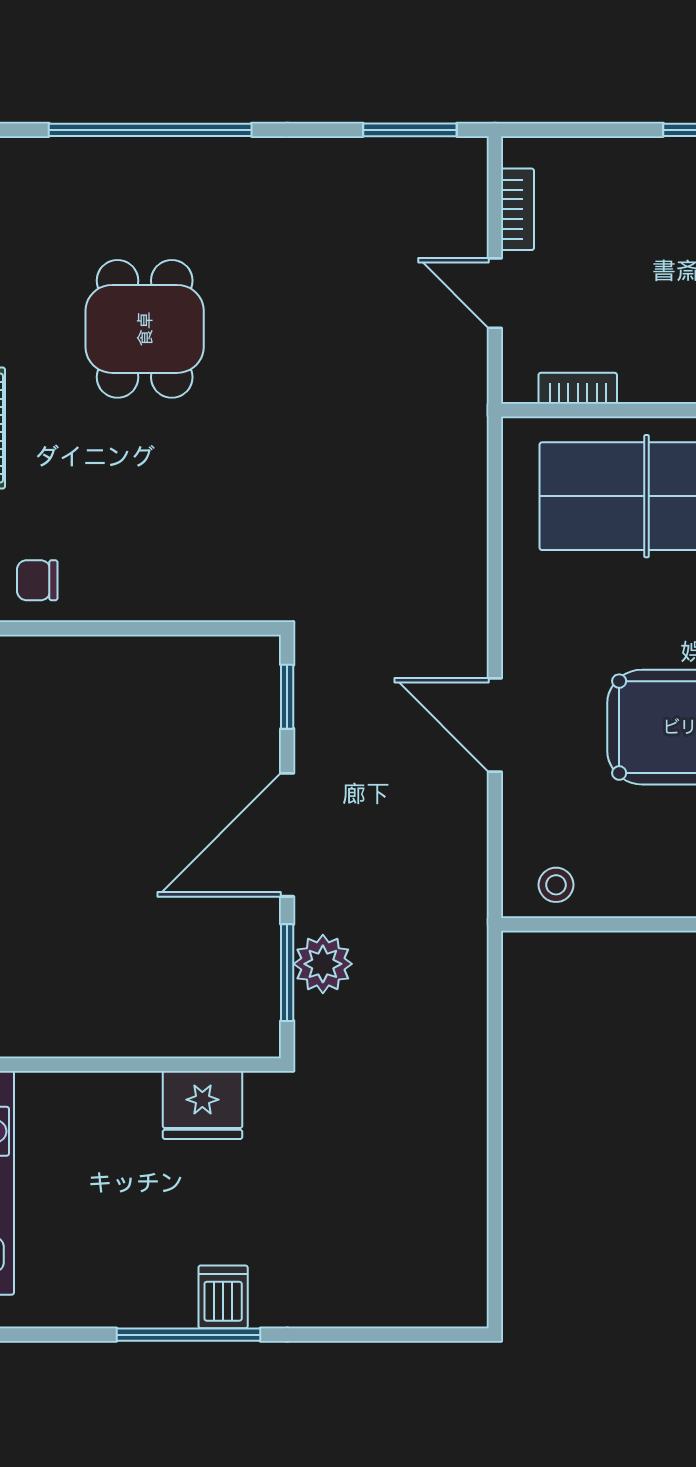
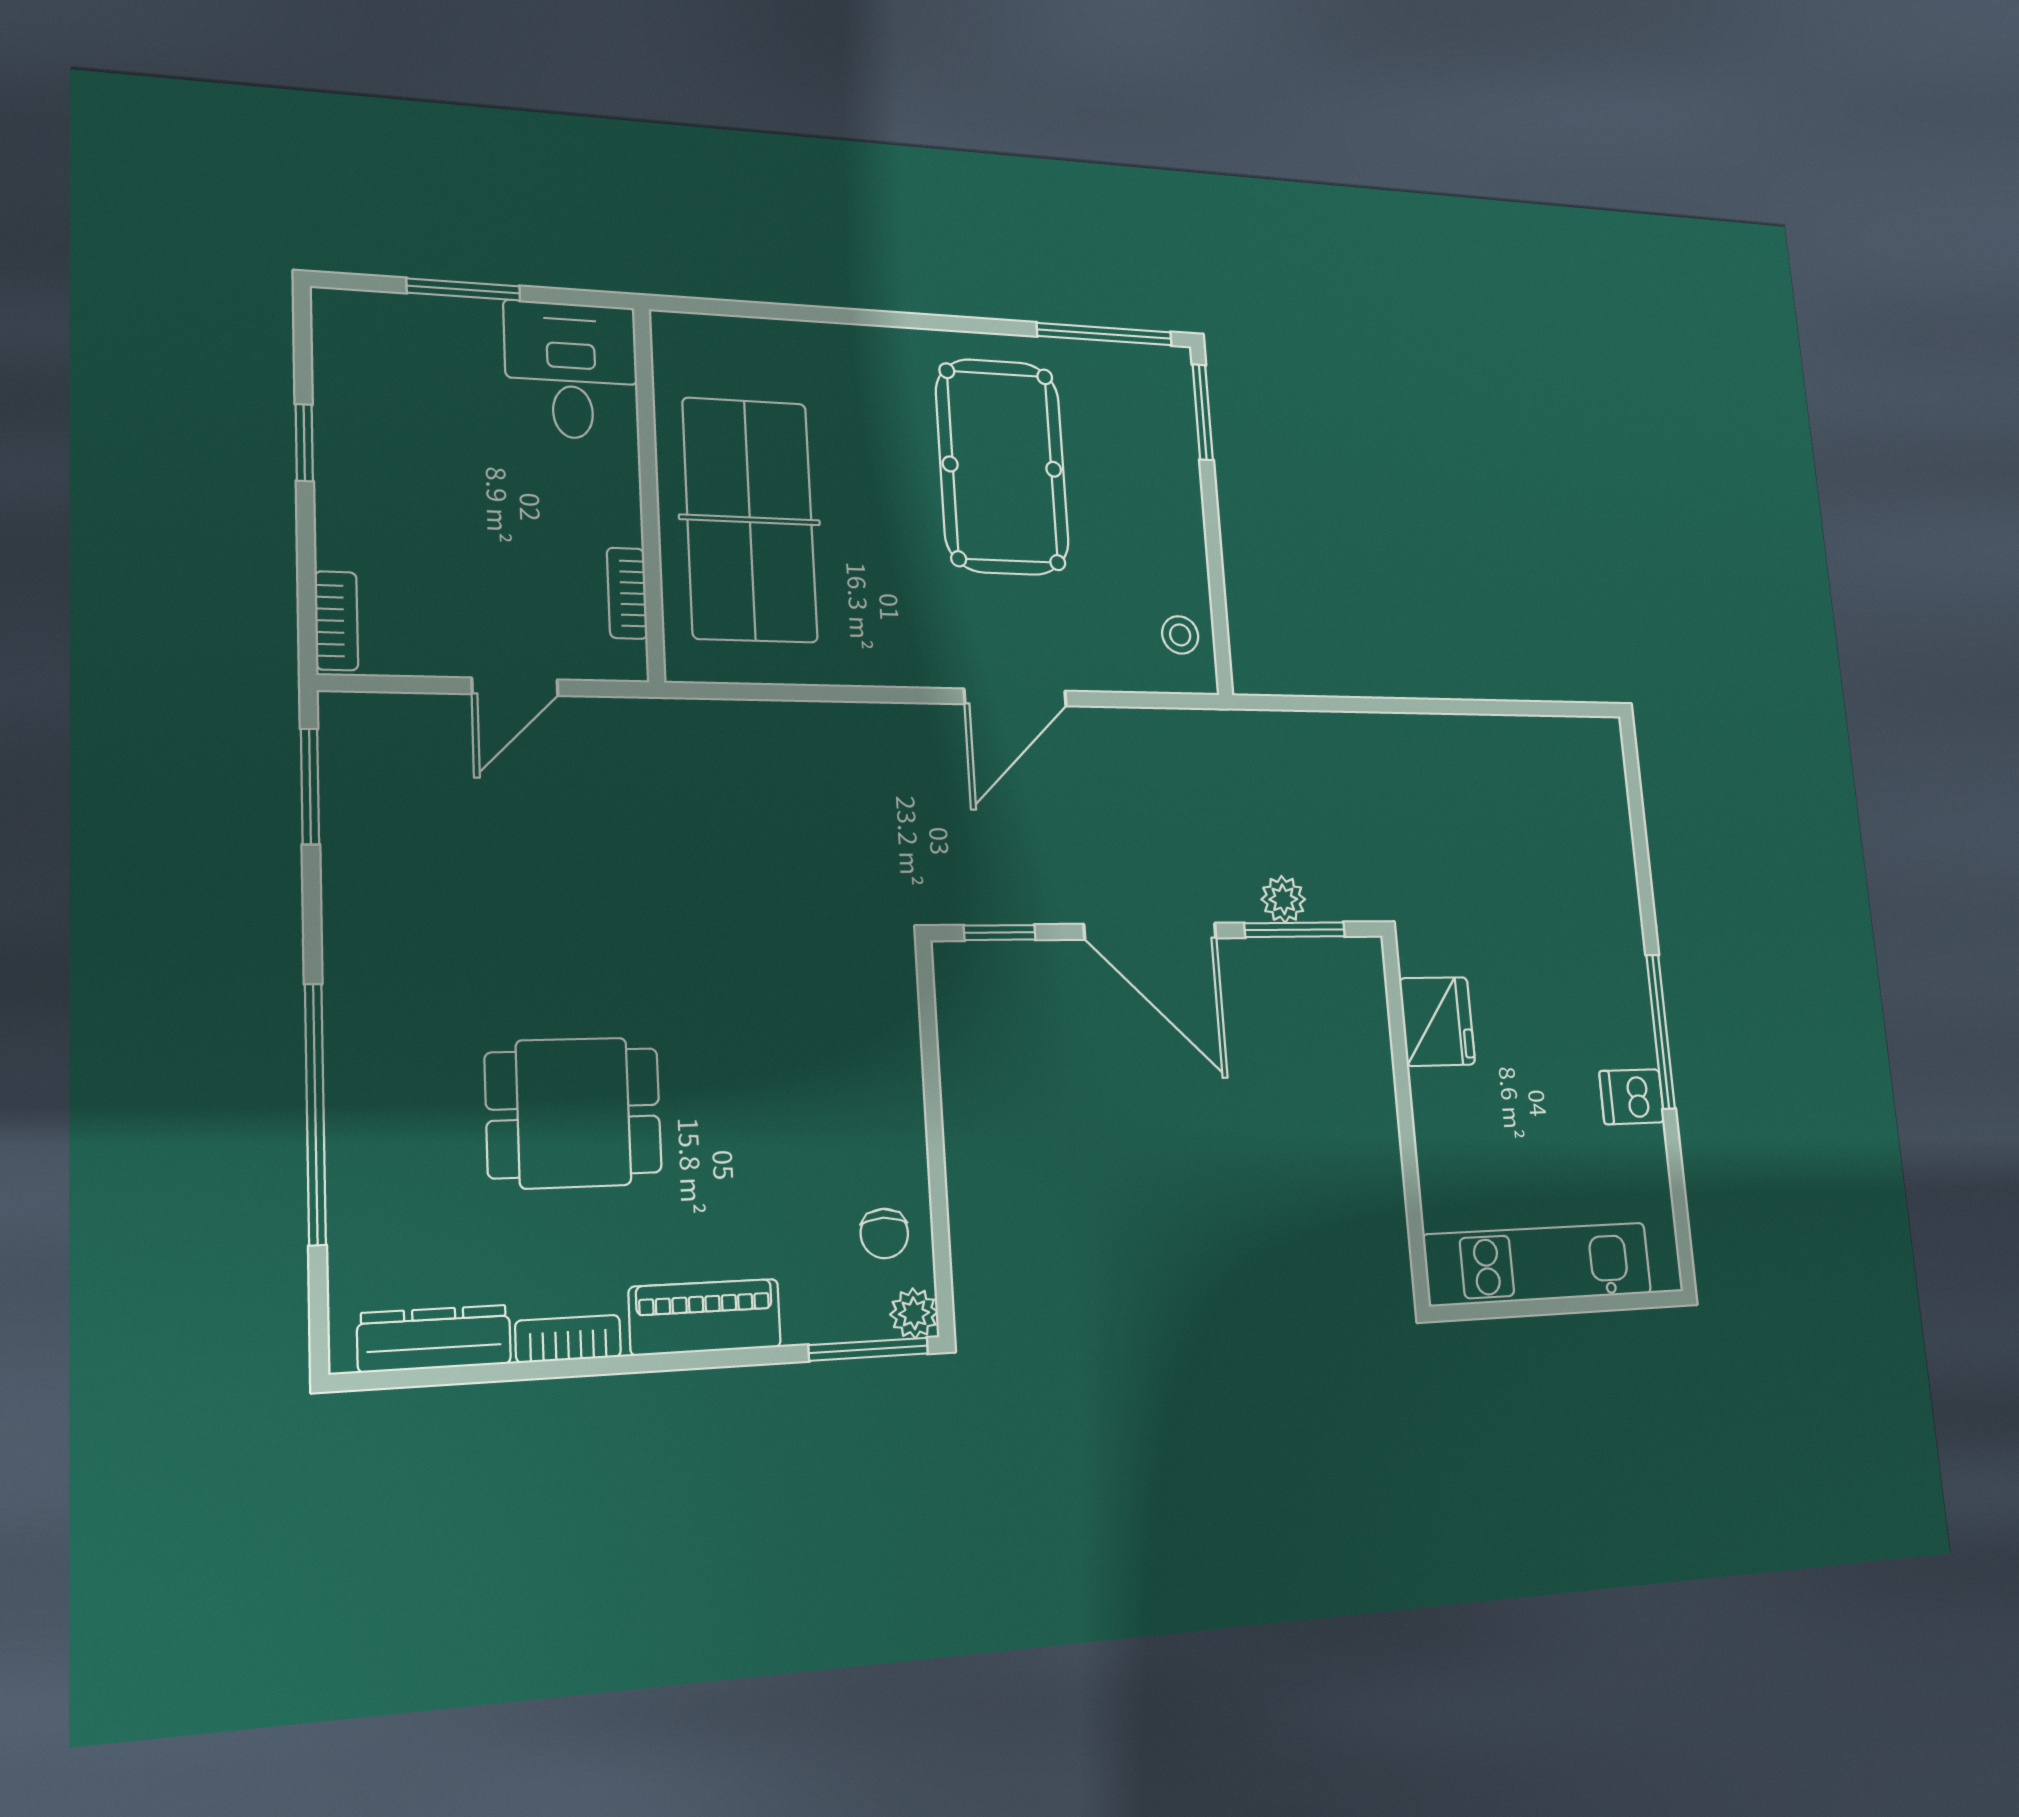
bookcase: (518, 209) -> (336, 621), moved, turned 90
plant: (323, 964) -> (1283, 899), width x0.73, depth x0.73
dishwasher: (223, 1297) -> (1632, 1097), moved

